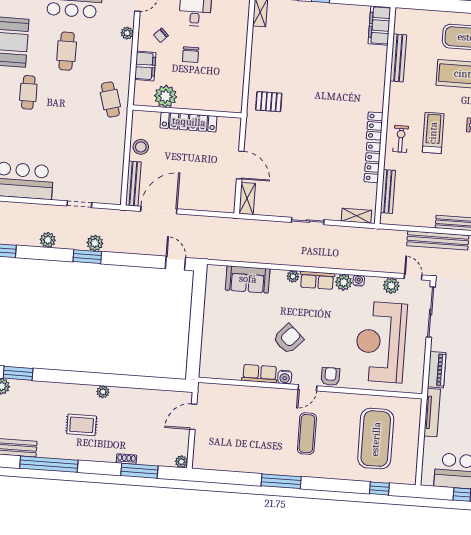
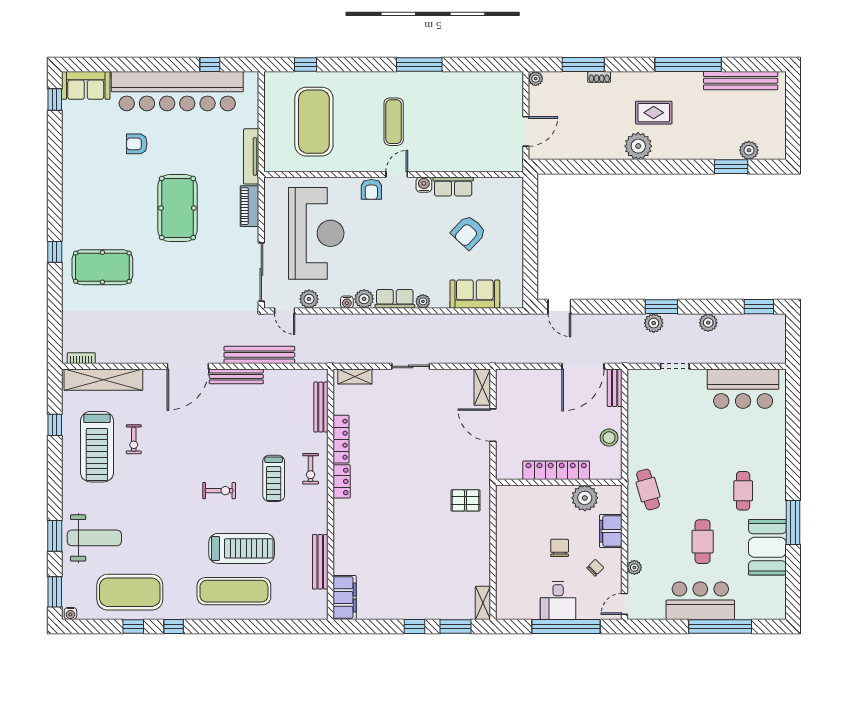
bench: (133, 184) -> (615, 388), width x0.73
armchair: (288, 339) -> (469, 232), moved
plant: (103, 392) -> (638, 146), width x1.87, depth x1.87

